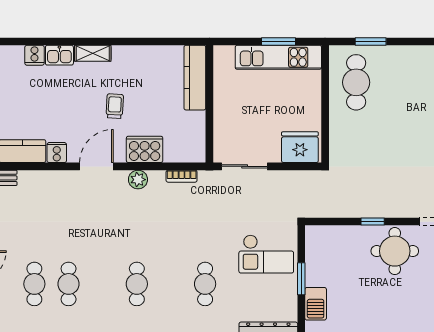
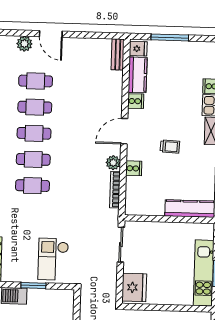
cooker: (145, 149) -> (134, 168), width x0.53, depth x0.76
door: (96, 166) -> (124, 131), swing flipped
bookcase: (182, 176) -> (115, 190), width x1.56
cafe table: (103, 284) -> (34, 133), added
cafe table: (205, 284) -> (32, 186), moved

